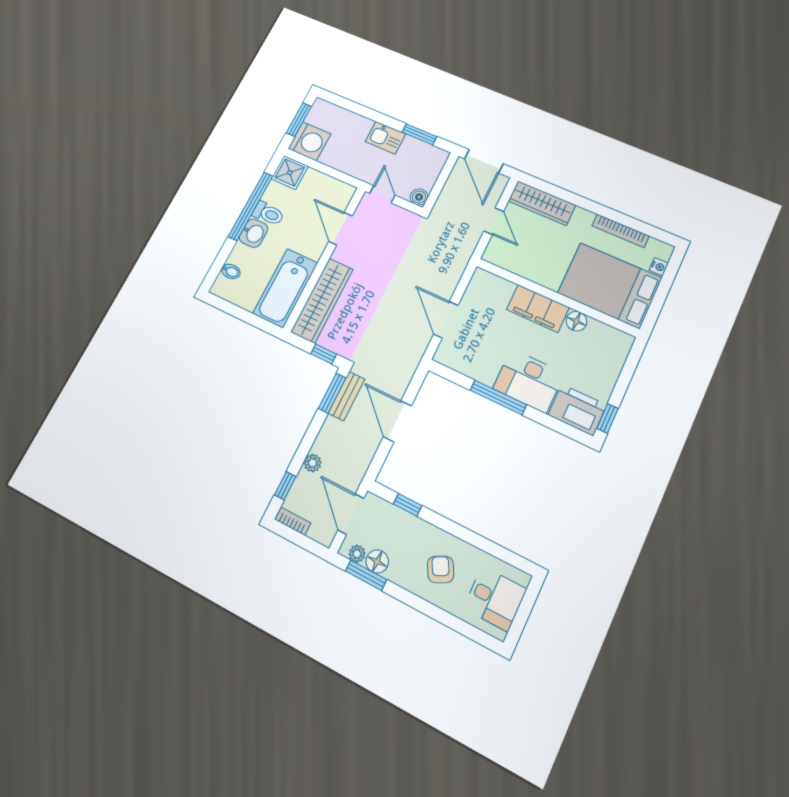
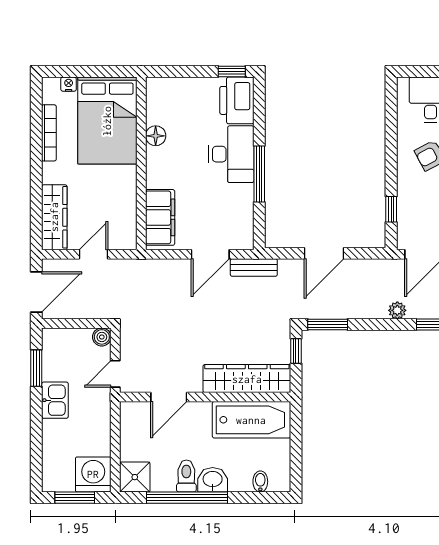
filing cabinet: (538, 309) -> (160, 217), moved
bench: (346, 396) -> (254, 268), moved

